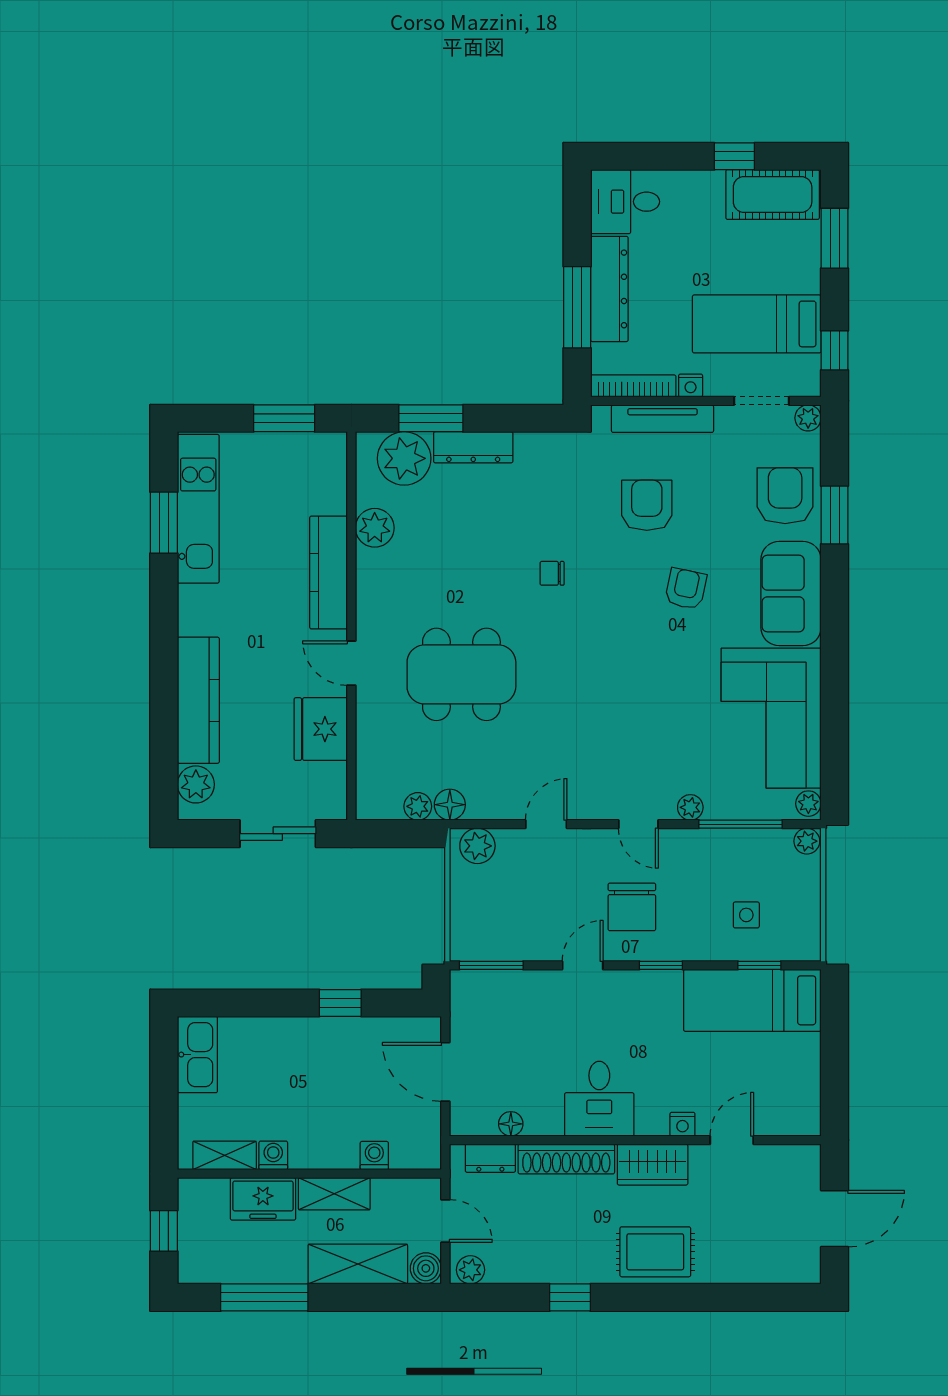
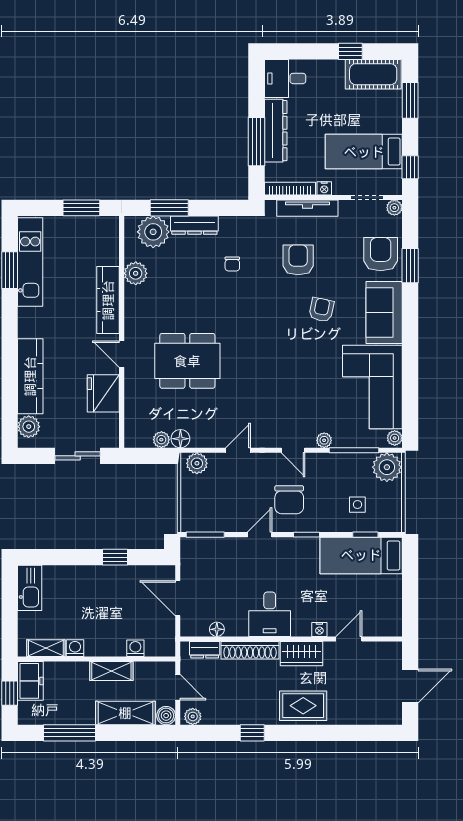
chair: (552, 573) -> (232, 264), moved, turned -90
plant: (807, 841) -> (387, 467), width x1.87, depth x1.87
freezer: (263, 1199) -> (30, 681), moved, turned -90

